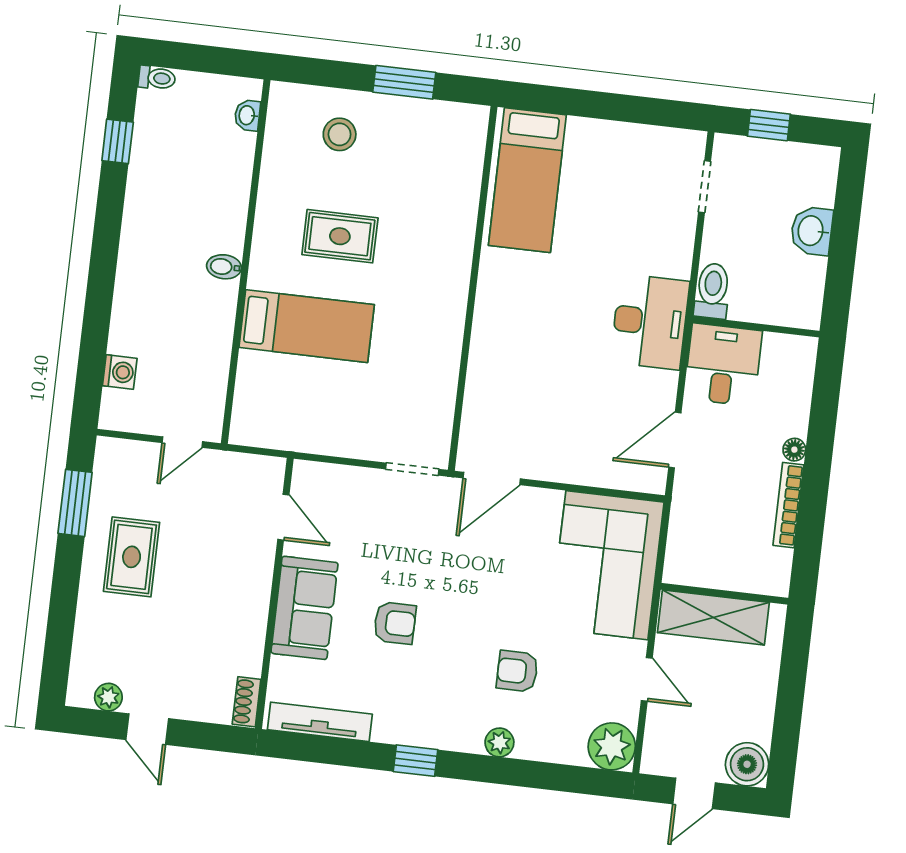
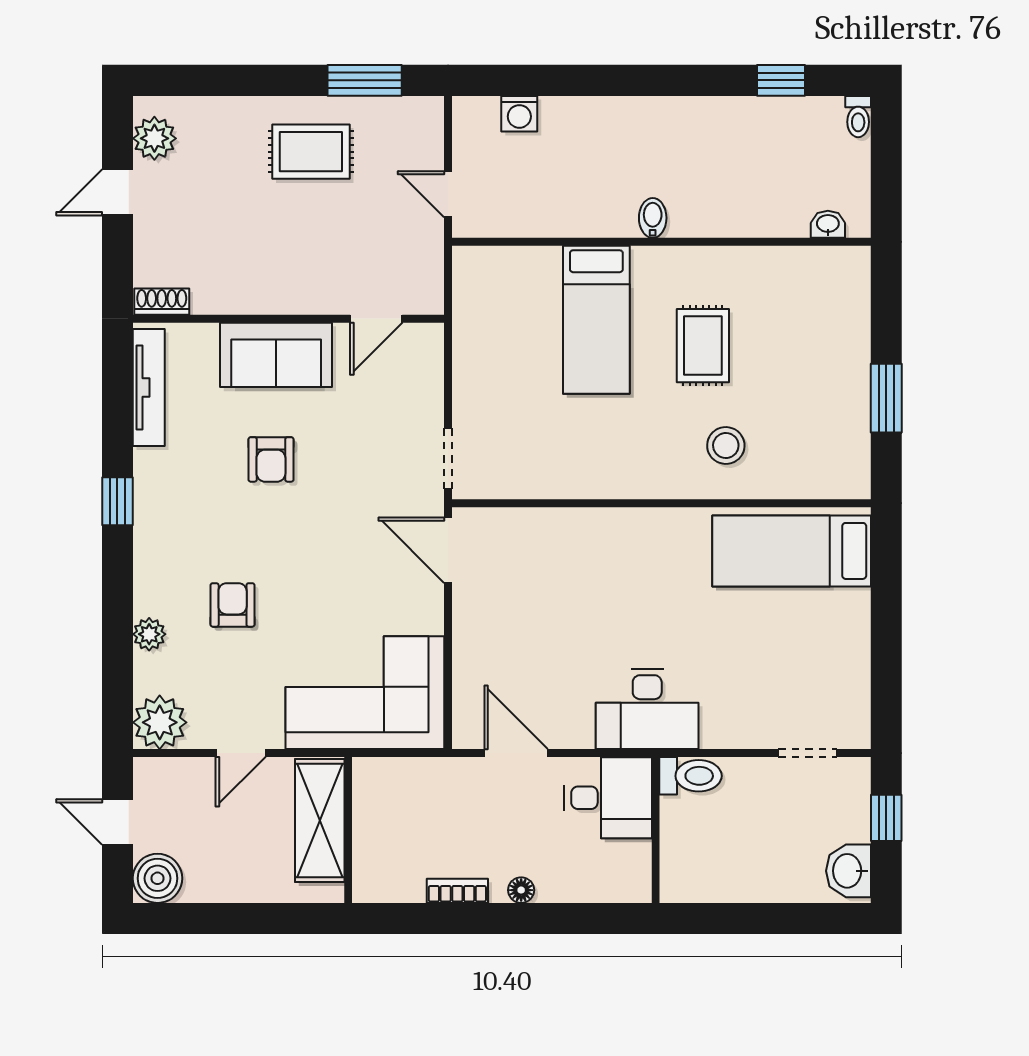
stool: (340, 134) -> (726, 445), moved
washbasin: (812, 231) -> (848, 871), moved, turned -90
bookcase: (788, 505) -> (457, 891), width x0.64
plant: (108, 697) -> (154, 138), width x1.38, depth x1.38
plant: (499, 742) -> (149, 634), moved

